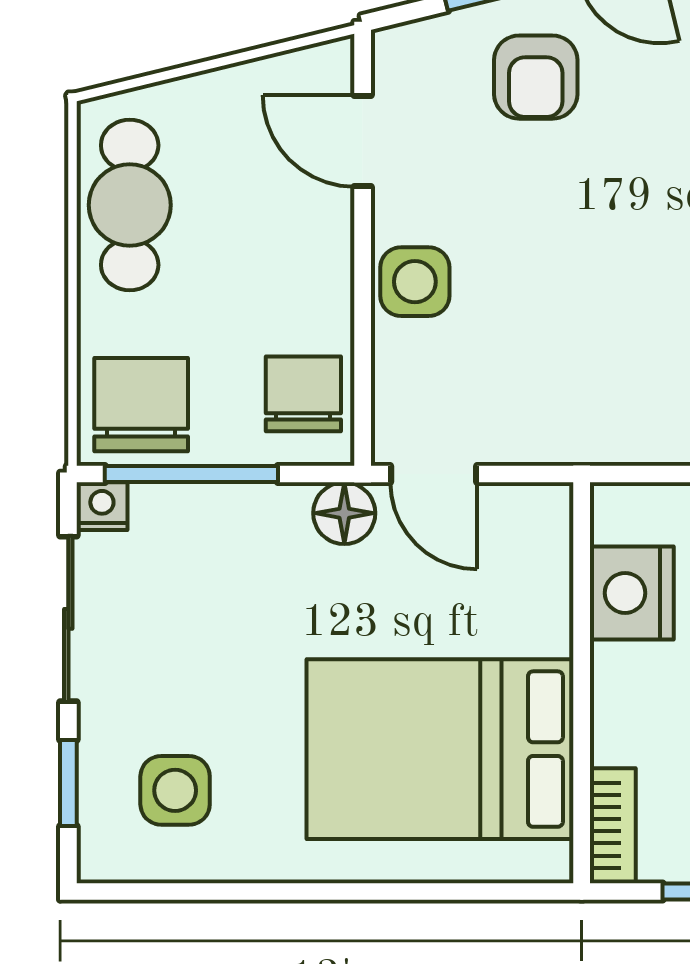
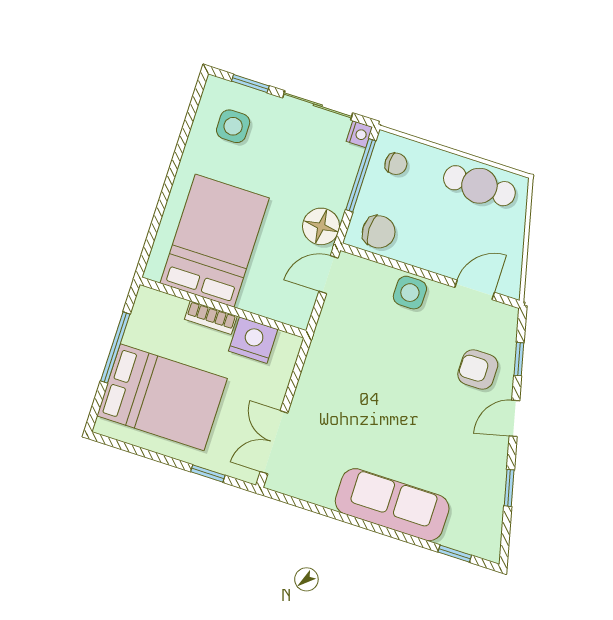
chair: (141, 405) -> (396, 164), width x0.54, depth x0.54
floor lamp: (344, 513) -> (321, 226), width x1.38, depth x1.38
bookcase: (613, 825) -> (211, 318), moved

